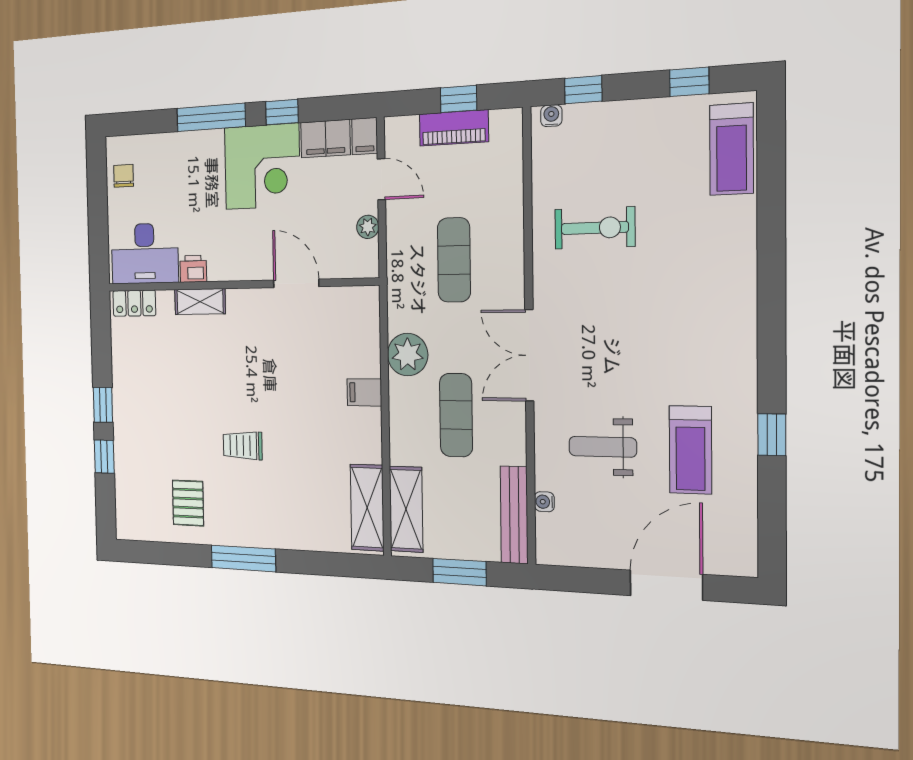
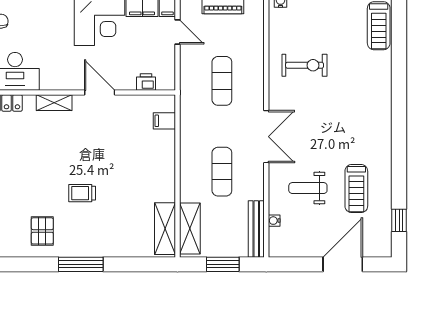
plant: (368, 227) -> (168, 60), removed
printer: (193, 269) -> (146, 82), moved
door: (296, 283) -> (100, 93), moved
plant: (408, 355) -> (192, 136), removed
double door: (529, 355) -> (266, 137), swing flipped
filing cabinet: (364, 392) -> (164, 121), moved
window: (772, 435) -> (399, 220), moved

